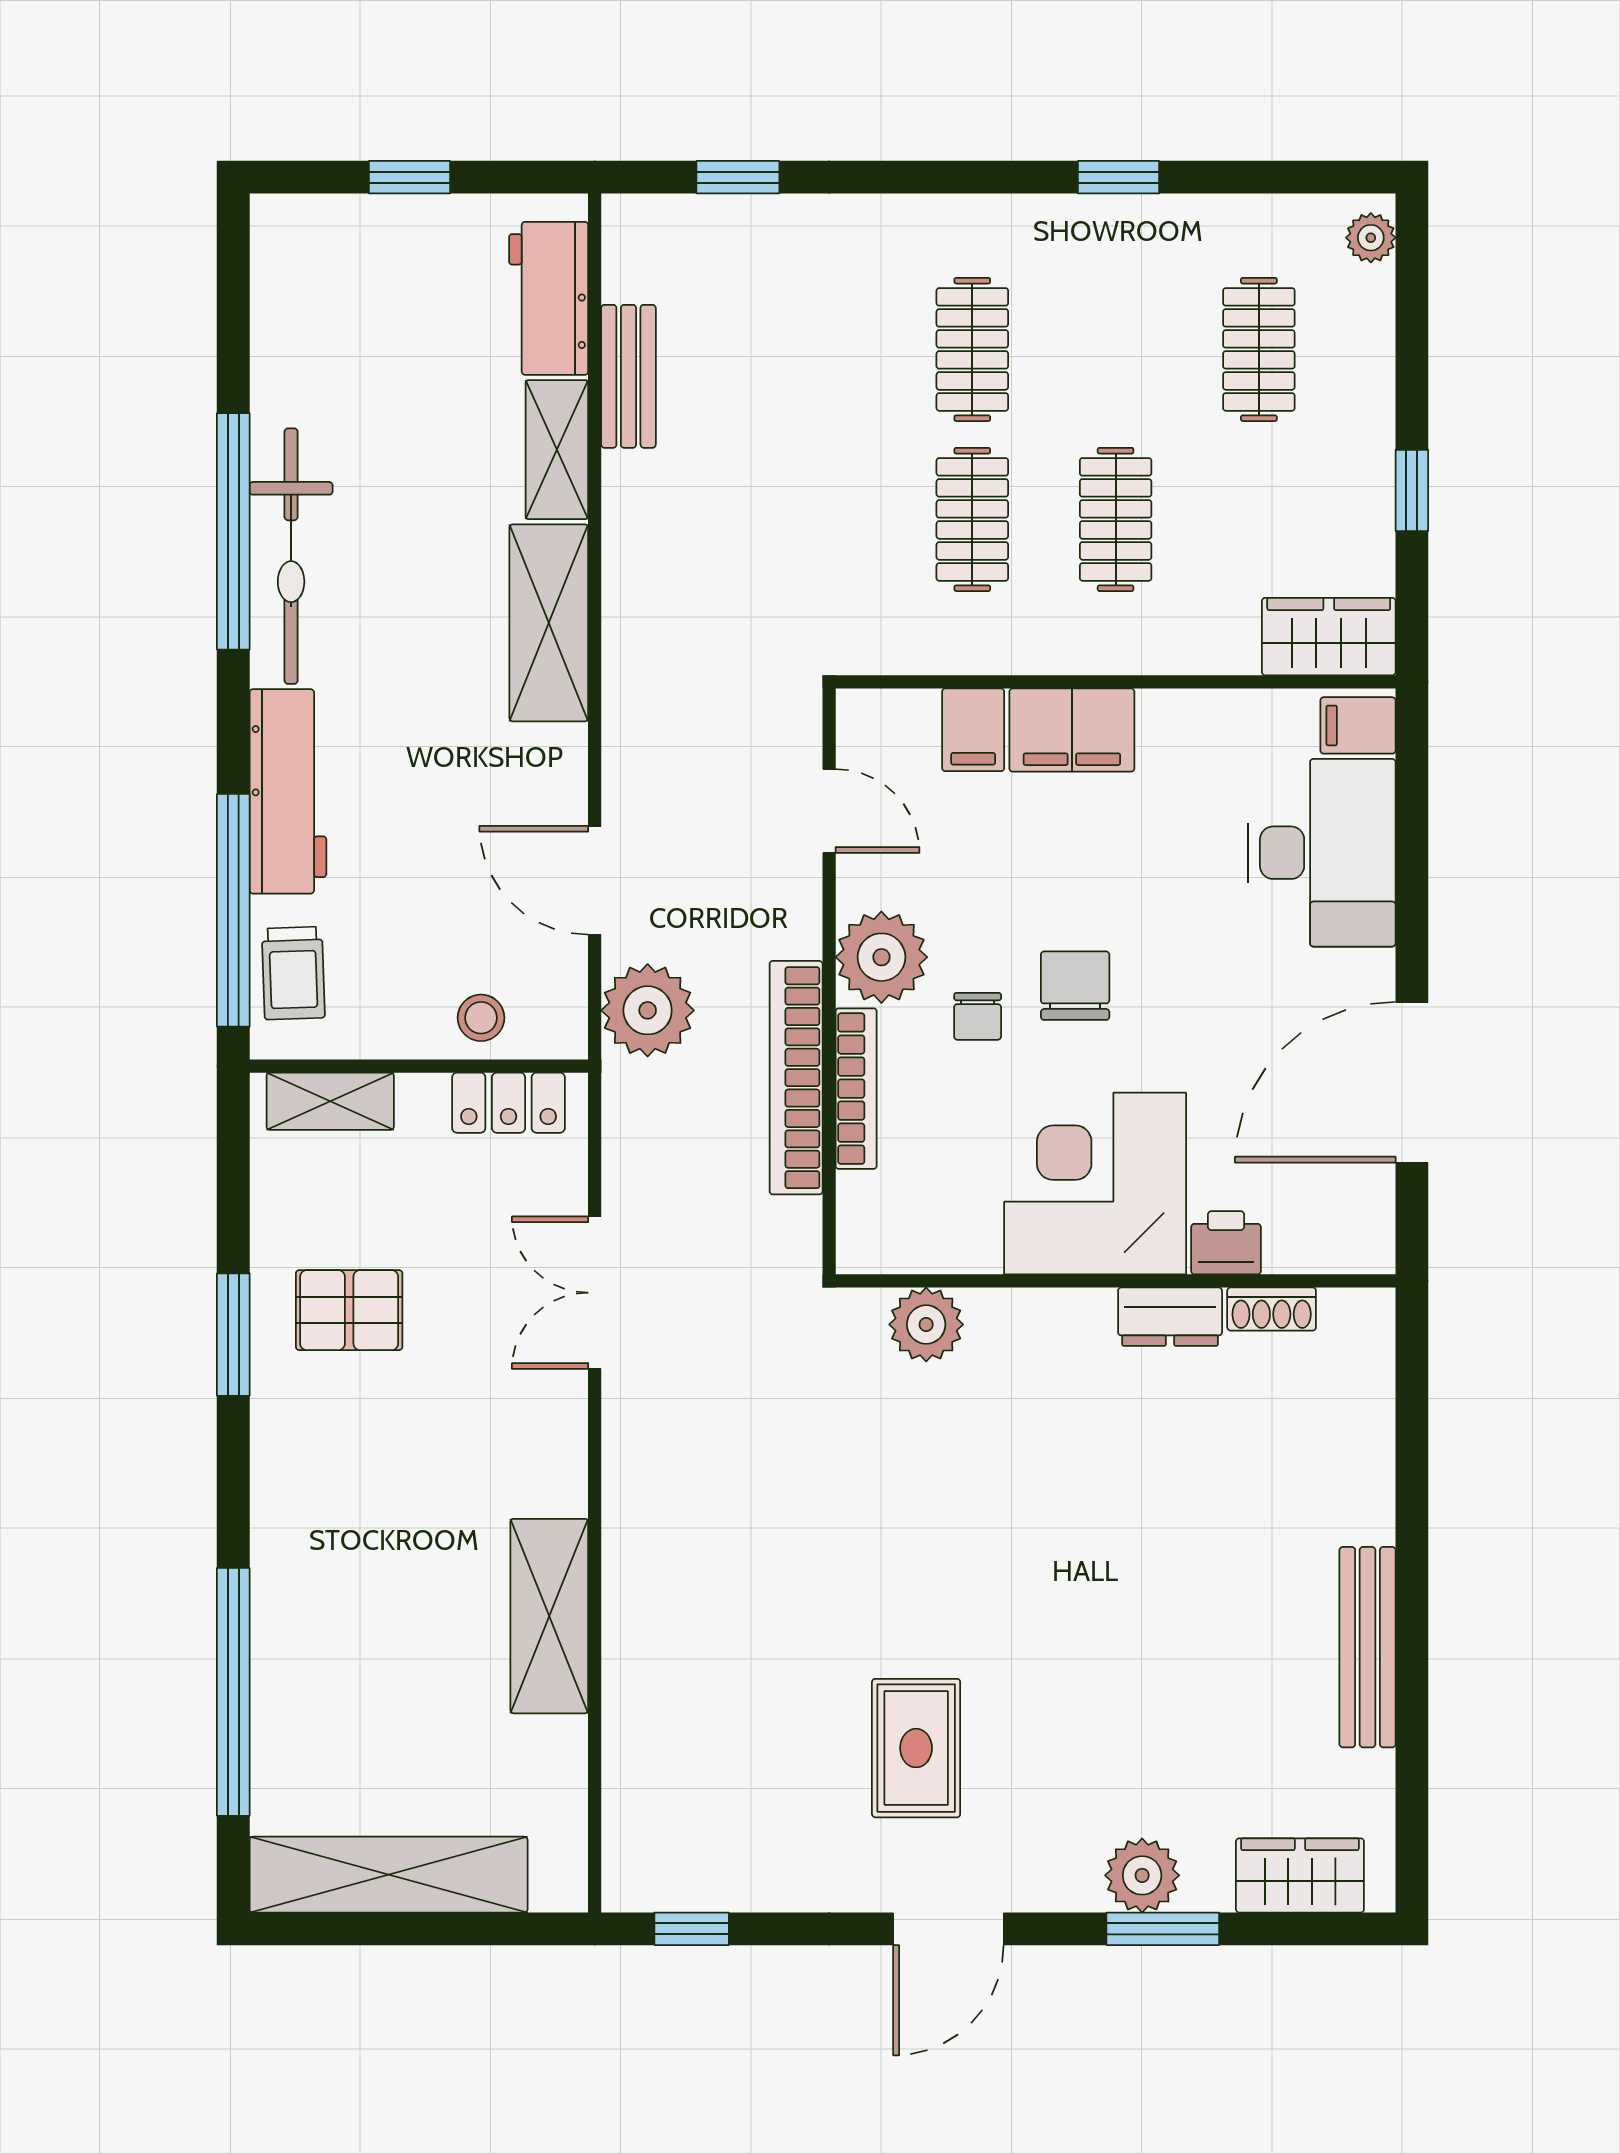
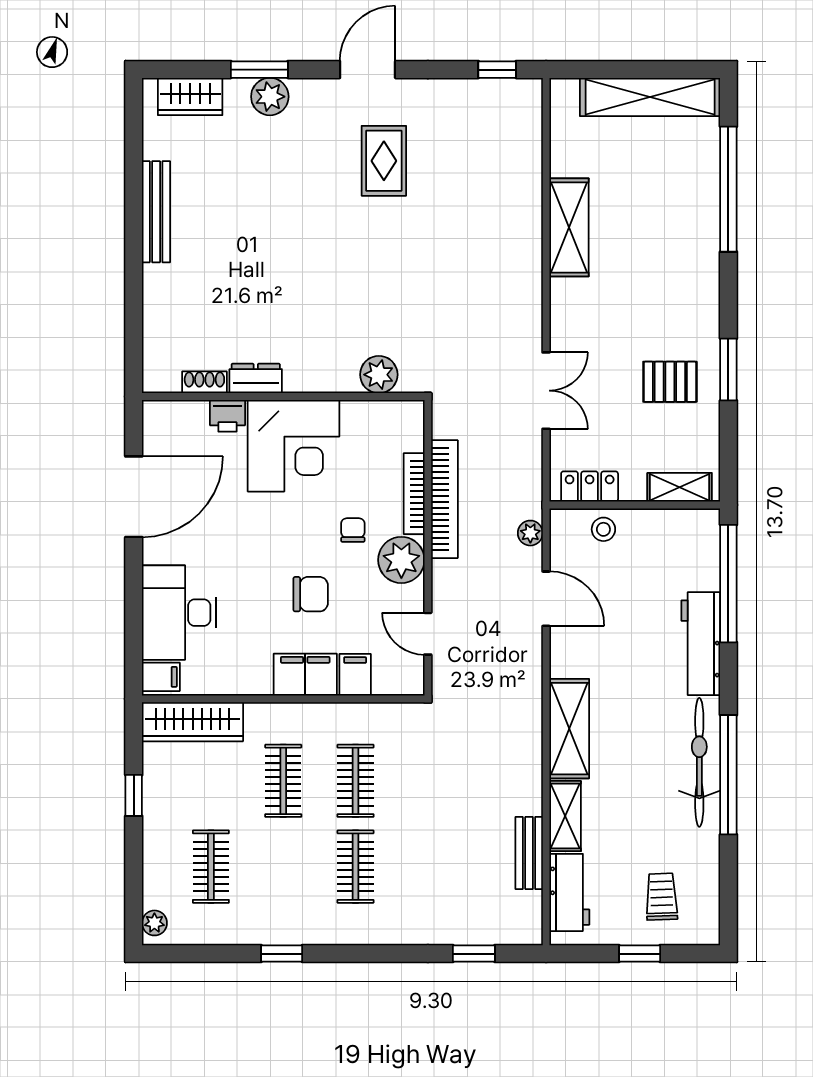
wardrobe: (1329, 637) -> (193, 722), width x1.50
trolley: (293, 973) -> (662, 897), moved
chair: (1075, 986) -> (311, 594), moved, turned -90
plant: (648, 1010) -> (530, 533), width x0.53, depth x0.53

